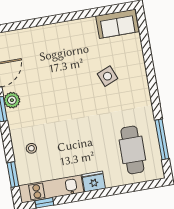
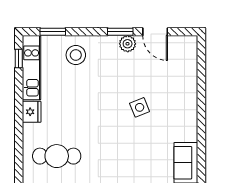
side table: (108, 76) -> (140, 107), moved
stool: (31, 148) -> (76, 55), width x1.89, depth x1.89

